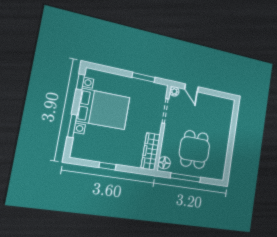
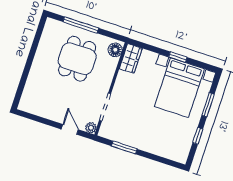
window: (80, 82) -> (198, 136), moved
bed with nightstands: (103, 109) -> (179, 88), moved, turned -90
wardrobe: (151, 151) -> (131, 58), width x0.67
window: (186, 178) -> (81, 25), moved

